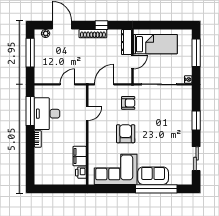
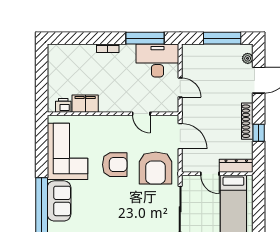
armchair: (128, 103) -> (156, 168), width x1.88, depth x1.88
desk: (47, 114) -> (157, 60), moved

